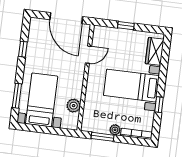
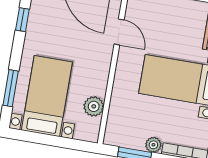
door: (88, 55) -> (119, 32), hinge flipped

